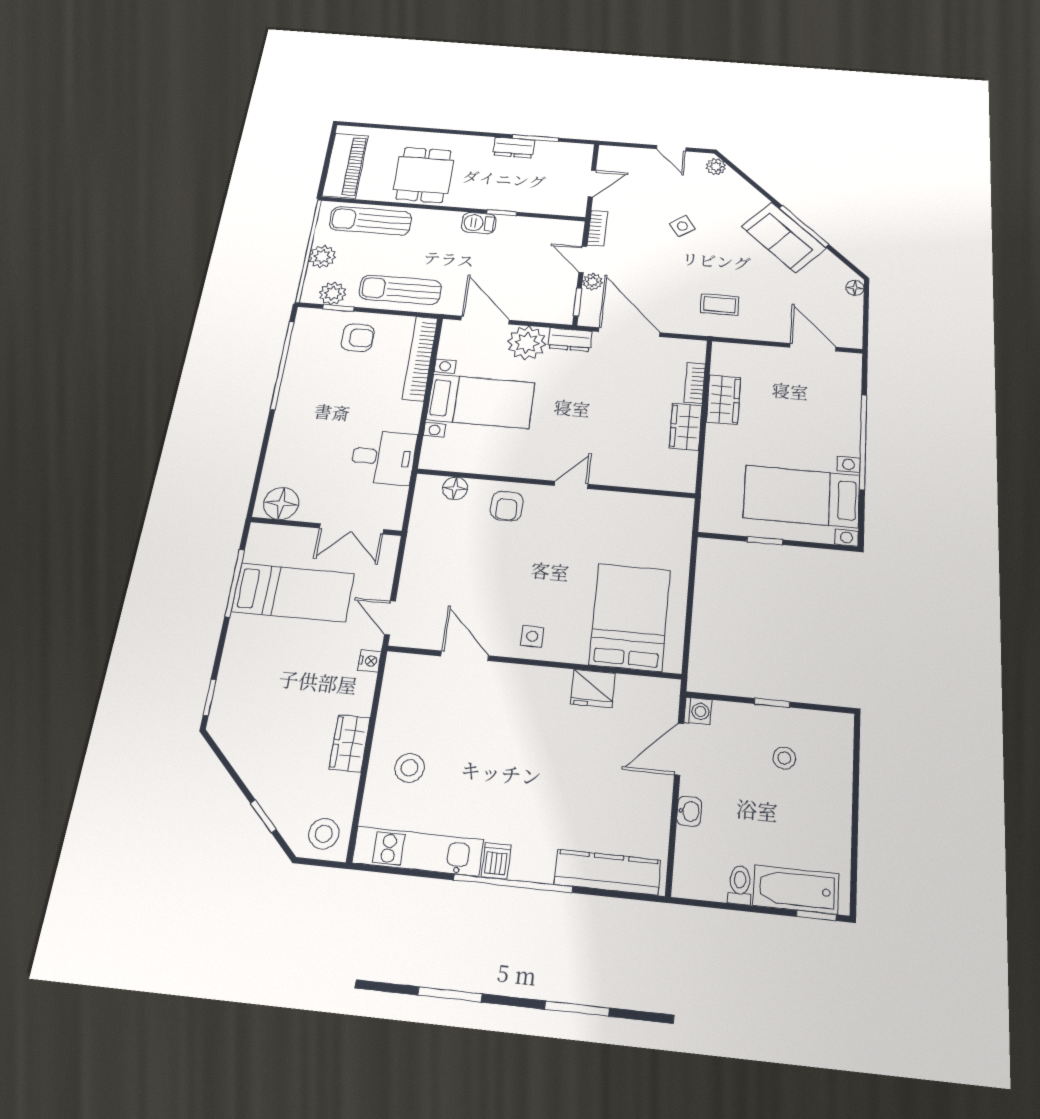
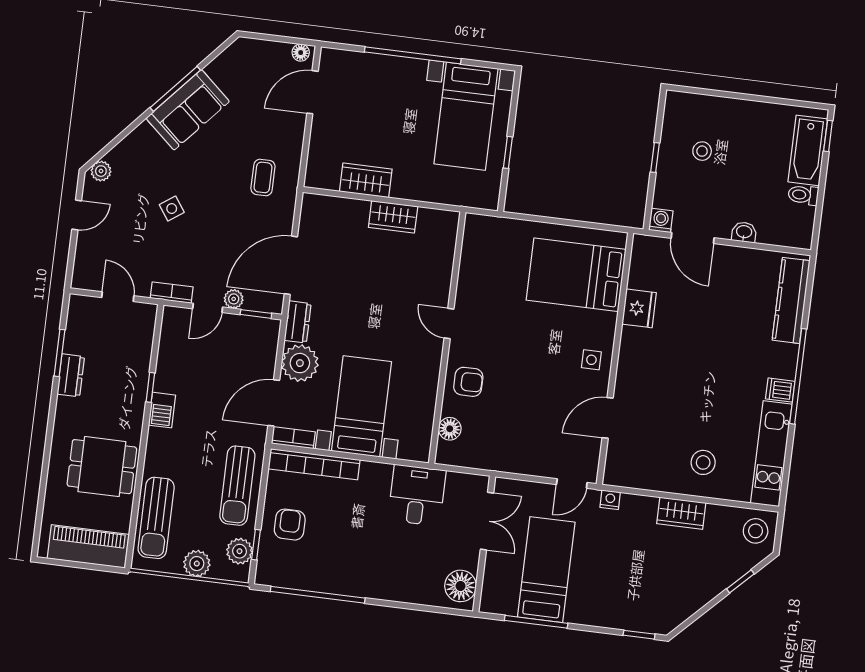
floor lamp: (855, 288) -> (301, 53), moved
bookcase: (695, 383) -> (293, 438), moved, turned 180

